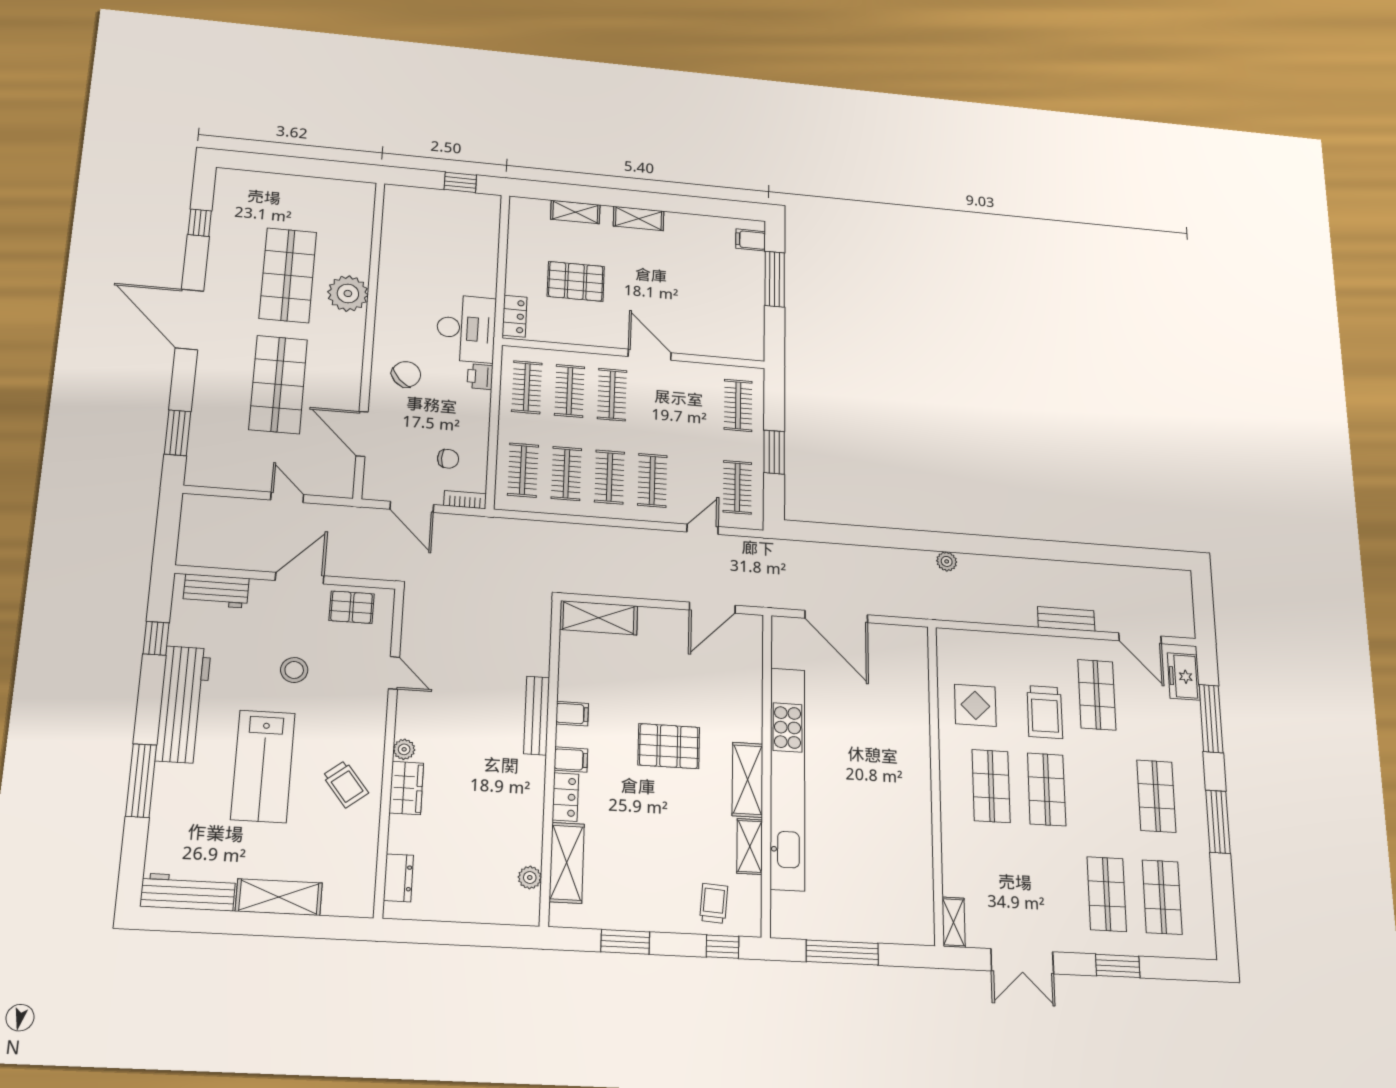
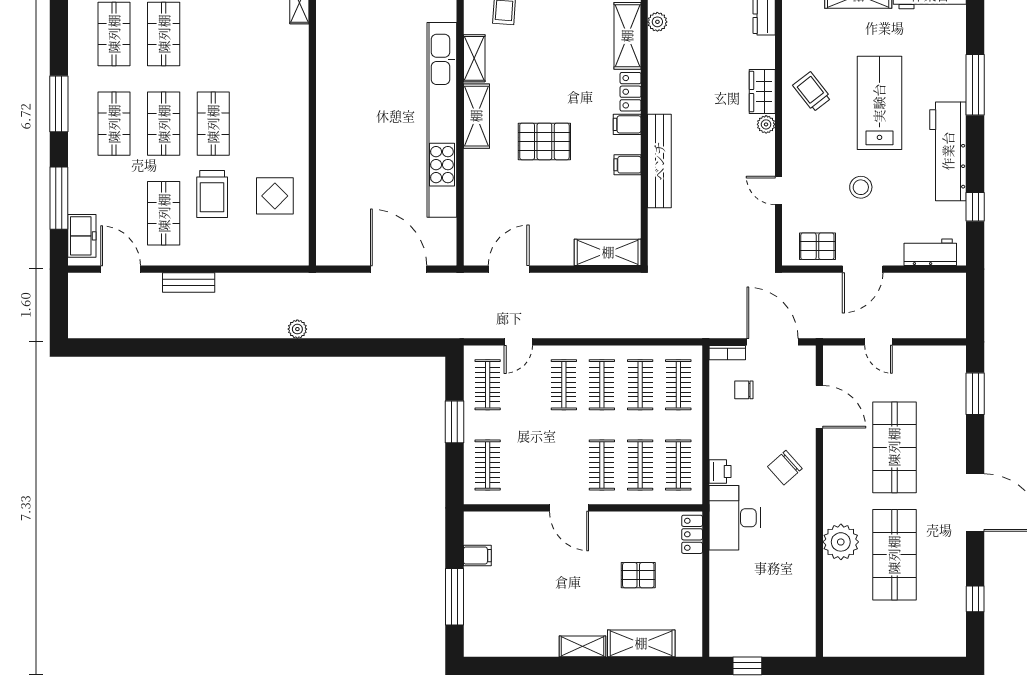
shelving: (575, 212) -> (641, 643), width x1.50, depth x1.33
filing cabinet: (751, 240) -> (477, 556), moved
pallet: (576, 281) -> (638, 575), width x0.67, depth x0.71
door: (412, 507) -> (773, 342), width x1.36
trolley: (1045, 712) -> (212, 194), turned 180
bench: (537, 716) -> (659, 161), width x1.37, depth x1.21
shop shelf: (991, 786) -> (164, 124), moved

